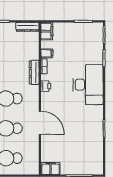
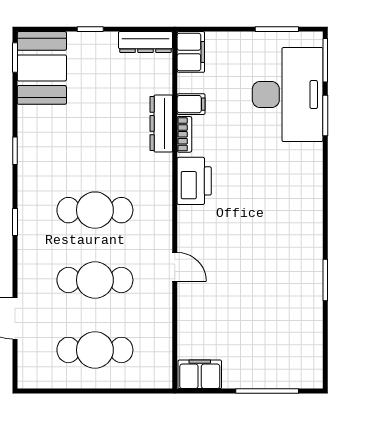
dresser: (34, 72) -> (161, 123), moved
desk: (88, 85) -> (288, 95), moved
printer: (46, 86) -> (194, 181), width x1.87, depth x1.48
door: (40, 123) -> (175, 267), width x0.53

